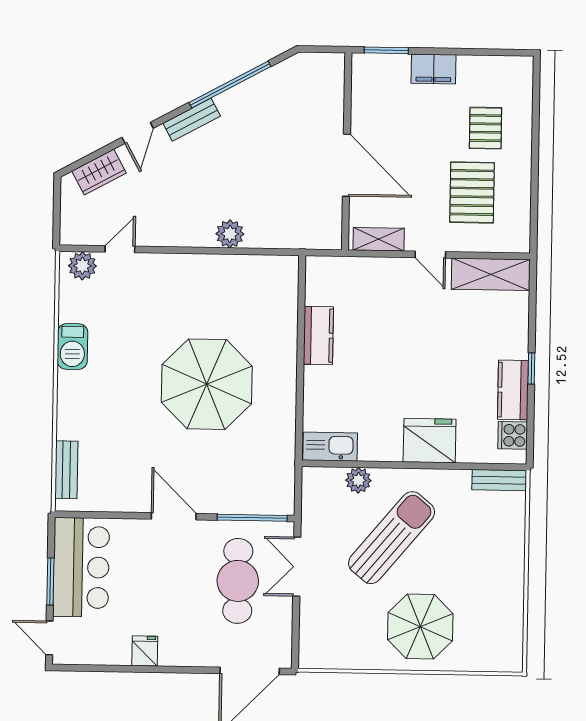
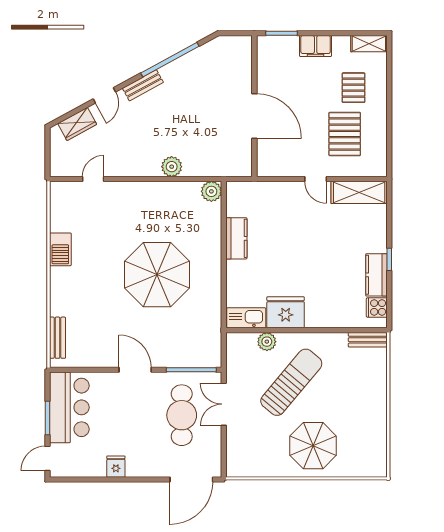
shelving: (379, 239) -> (369, 44), moved
plant: (82, 266) -> (211, 191), moved
fridge: (430, 441) -> (286, 312), moved
door: (49, 638) -> (47, 458), hinge flipped

